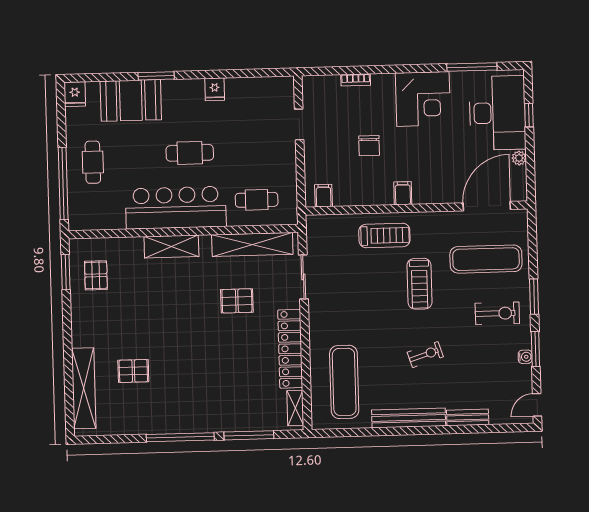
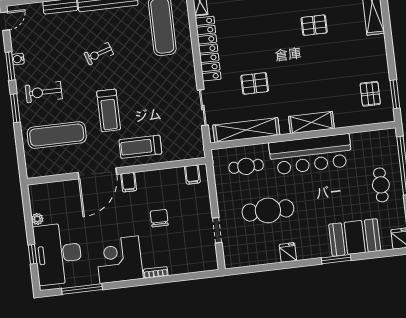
bookcase: (356, 80) -> (156, 272), moved
cafe table: (190, 153) -> (268, 210), moved, width x1.37, depth x1.35
door: (487, 206) -> (97, 173), moved
treadmill: (419, 284) -> (109, 110), turned 180
pallet: (133, 371) -> (314, 25), moved

